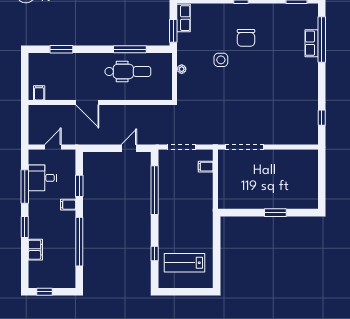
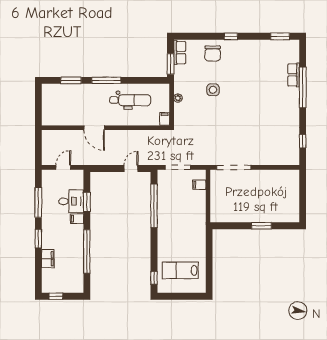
chair: (246, 38) -> (213, 53), moved
window: (322, 39) -> (303, 87), moved
window: (130, 49) -> (106, 80), moved
filing cabinet: (39, 93) -> (165, 119), moved
desk: (42, 178) -> (71, 201), moved, turned 180
window: (155, 254) -> (154, 278), moved

